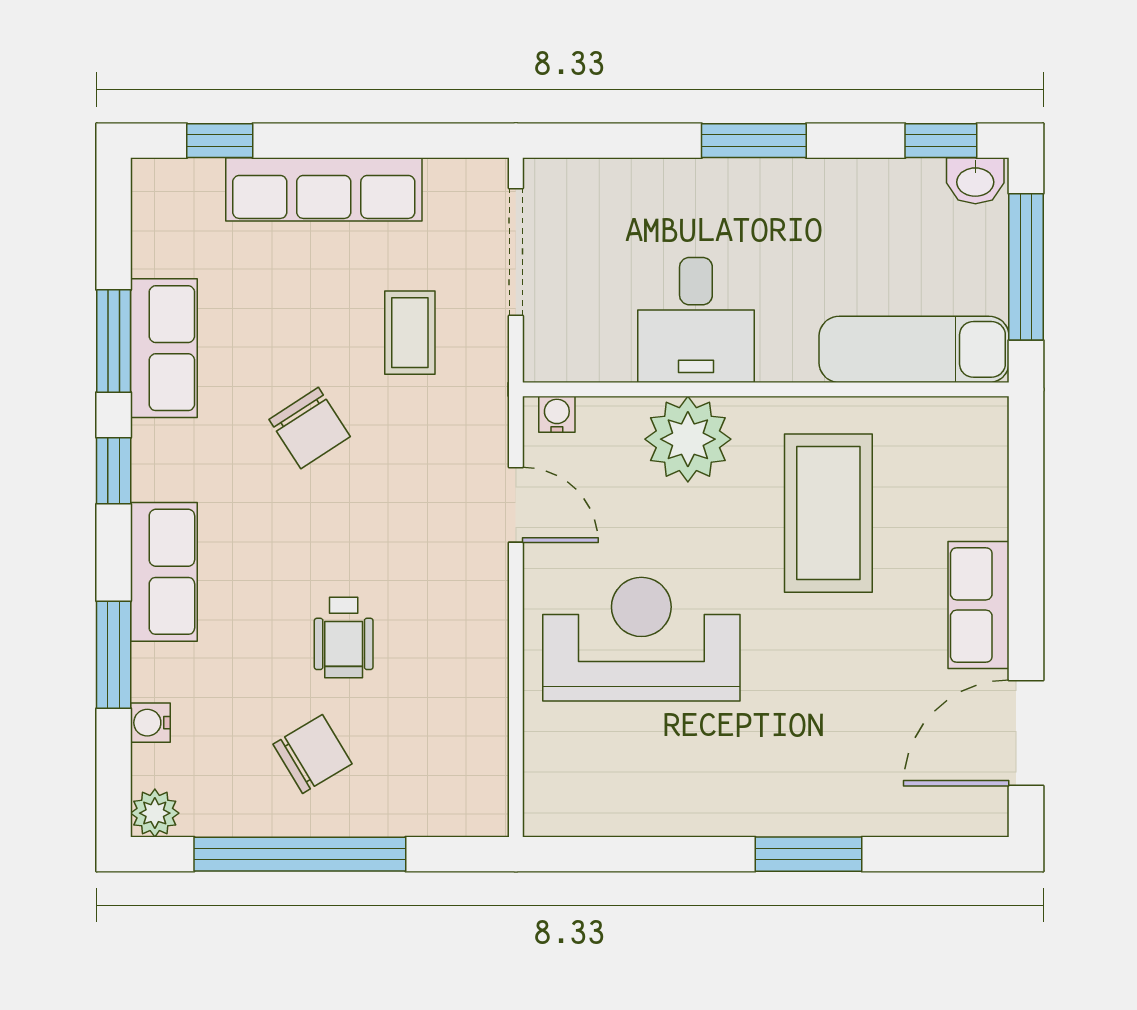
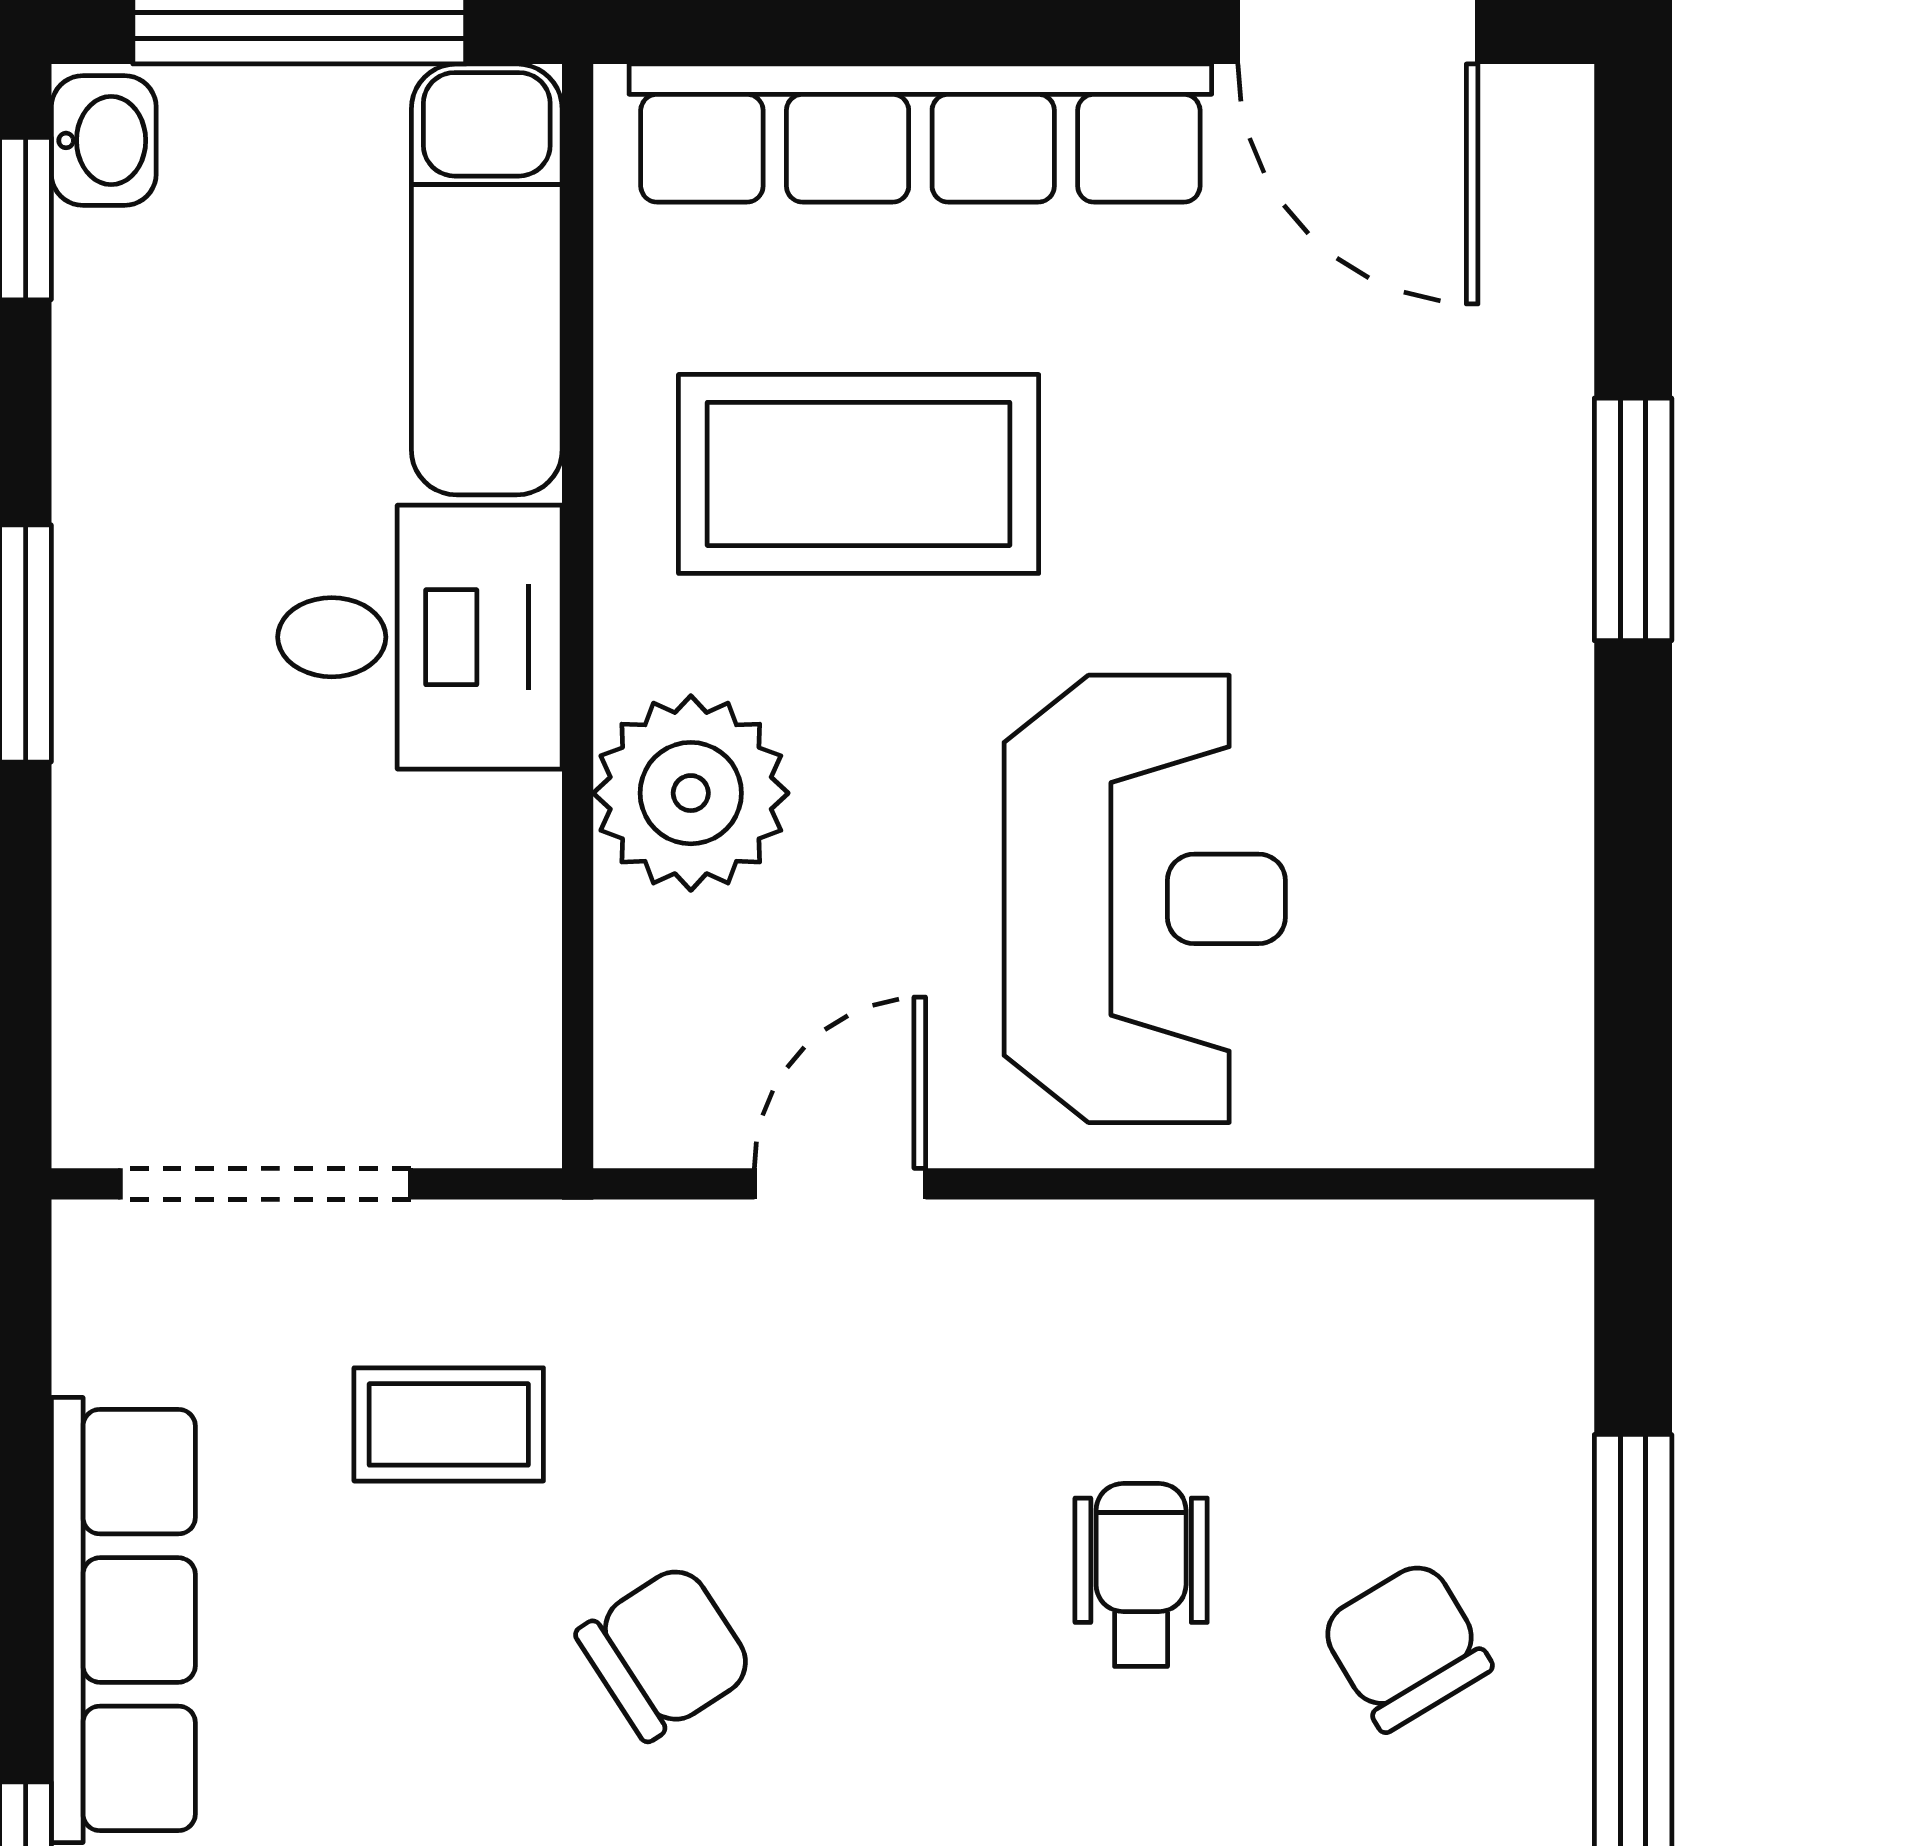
desk: (696, 320) -> (420, 637), moved
water cooler: (557, 414) -> (634, 1091), removed
row of seats: (979, 605) -> (920, 133), width x2.02
wheelchair: (344, 637) -> (1141, 1575), turned -90
reception desk: (641, 639) -> (1145, 899), turned 180

